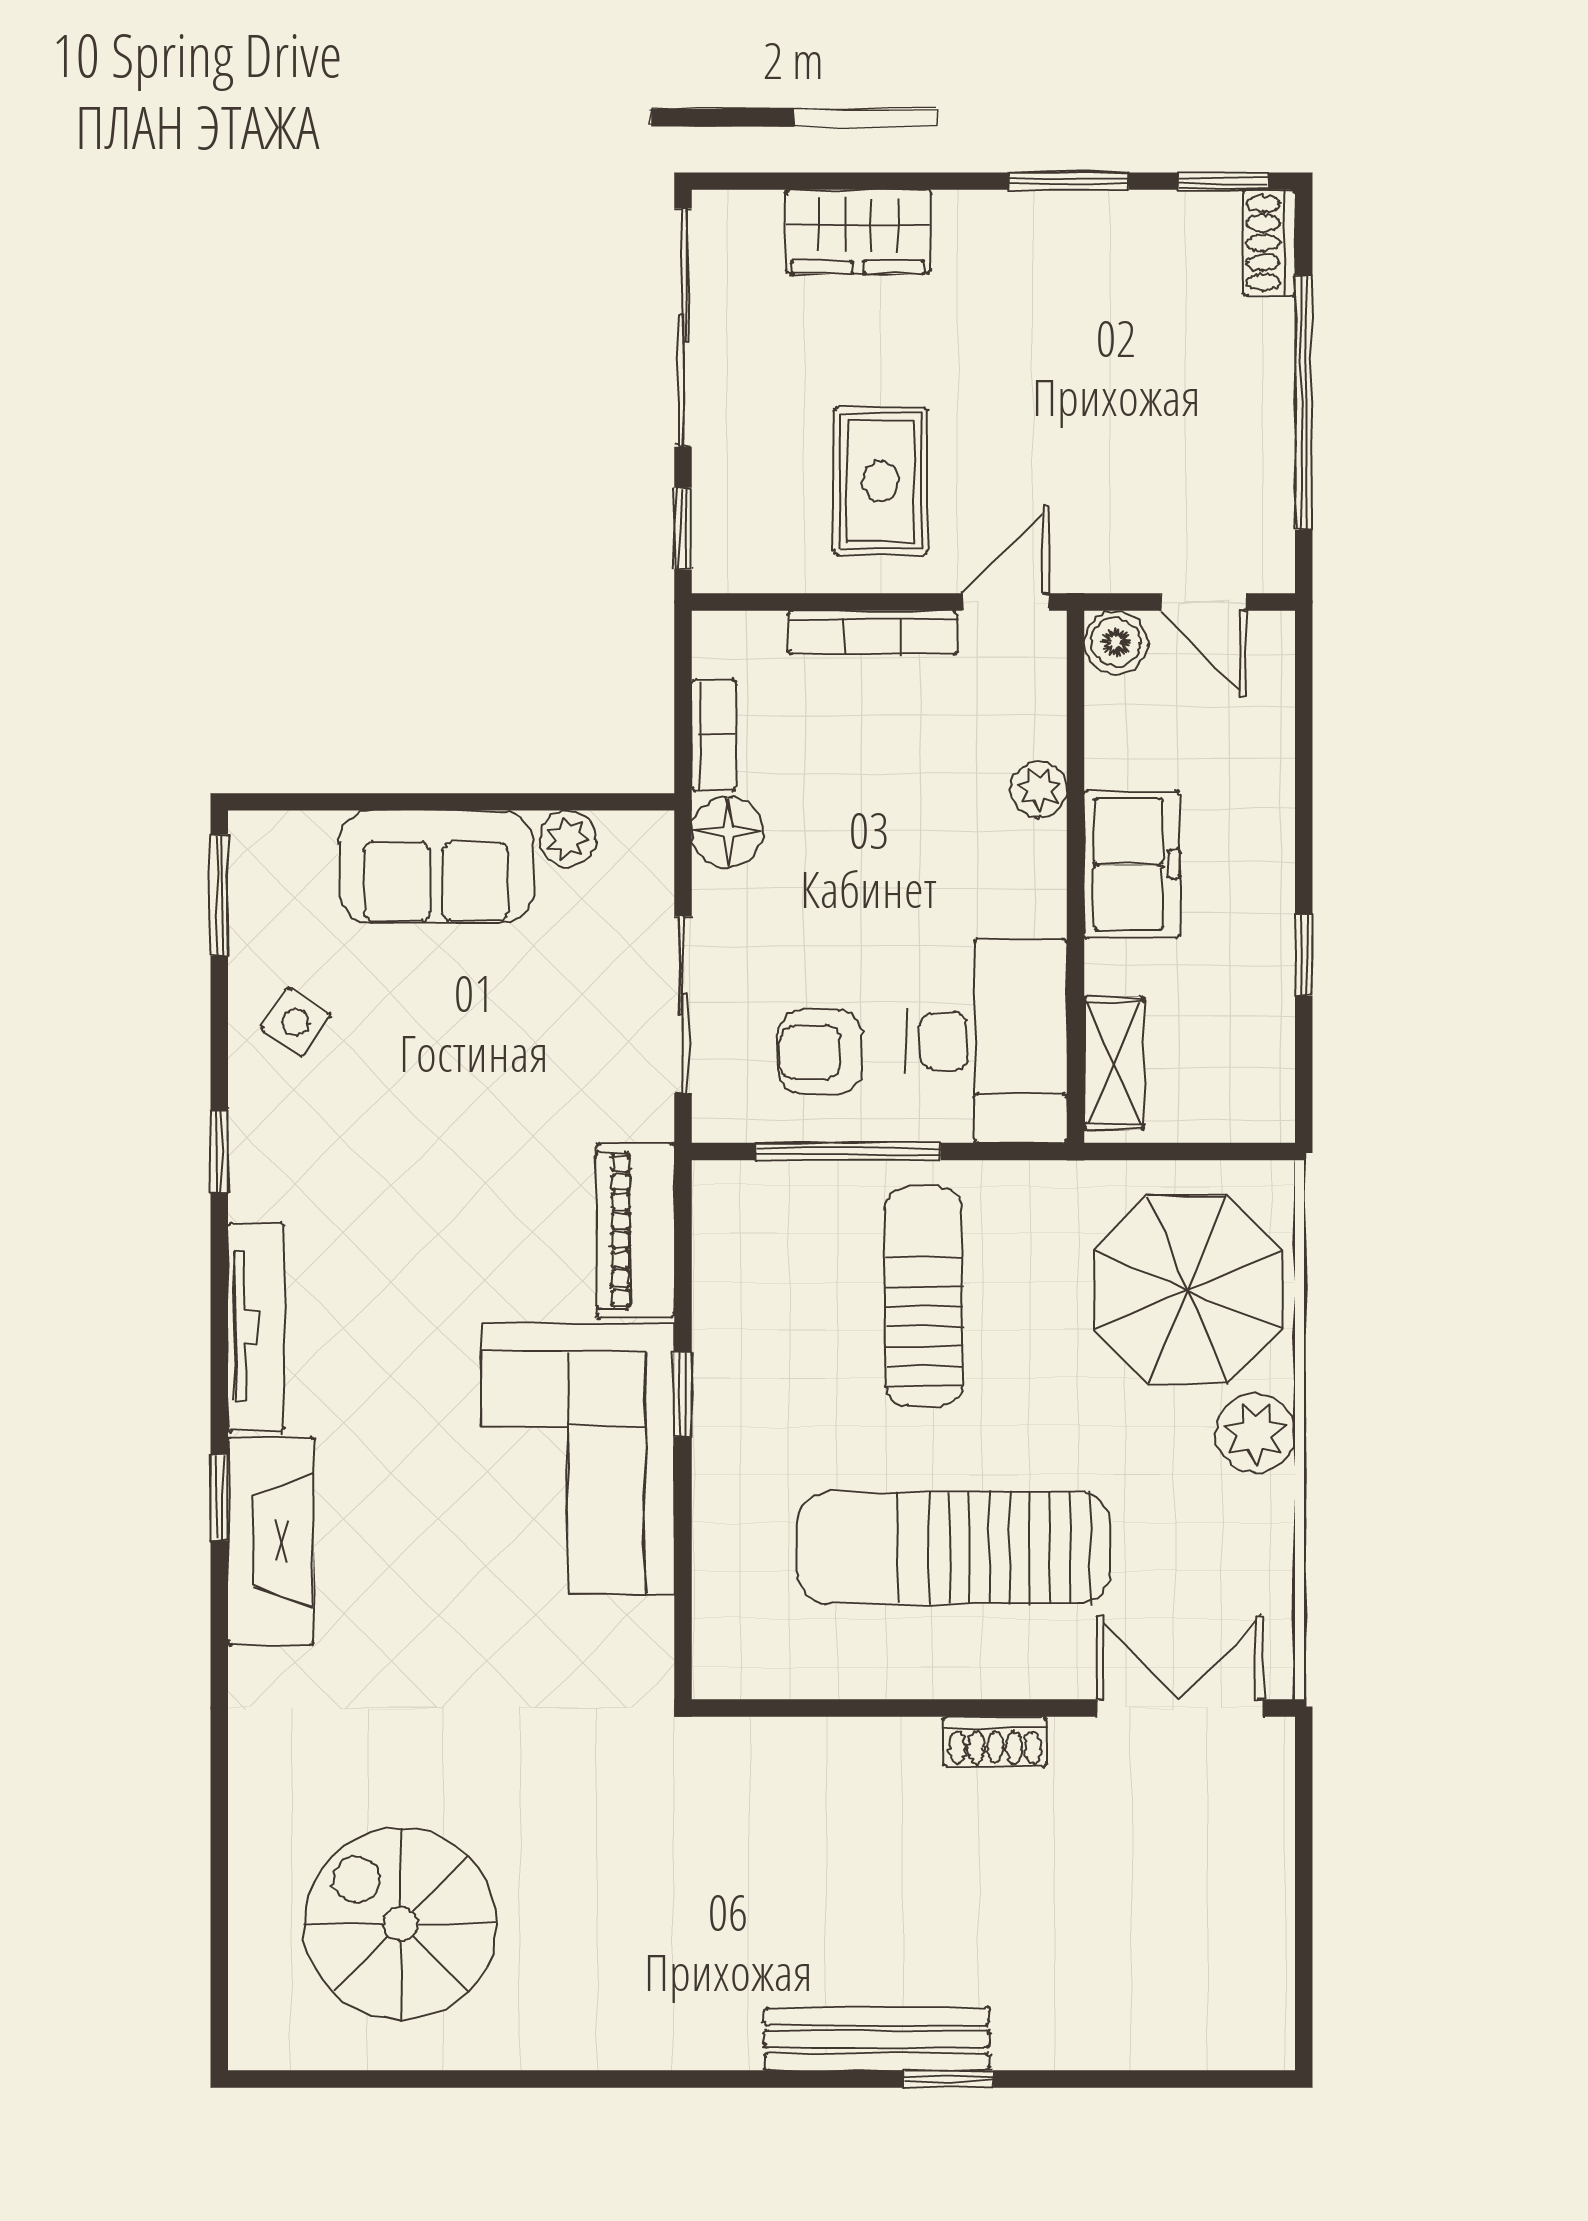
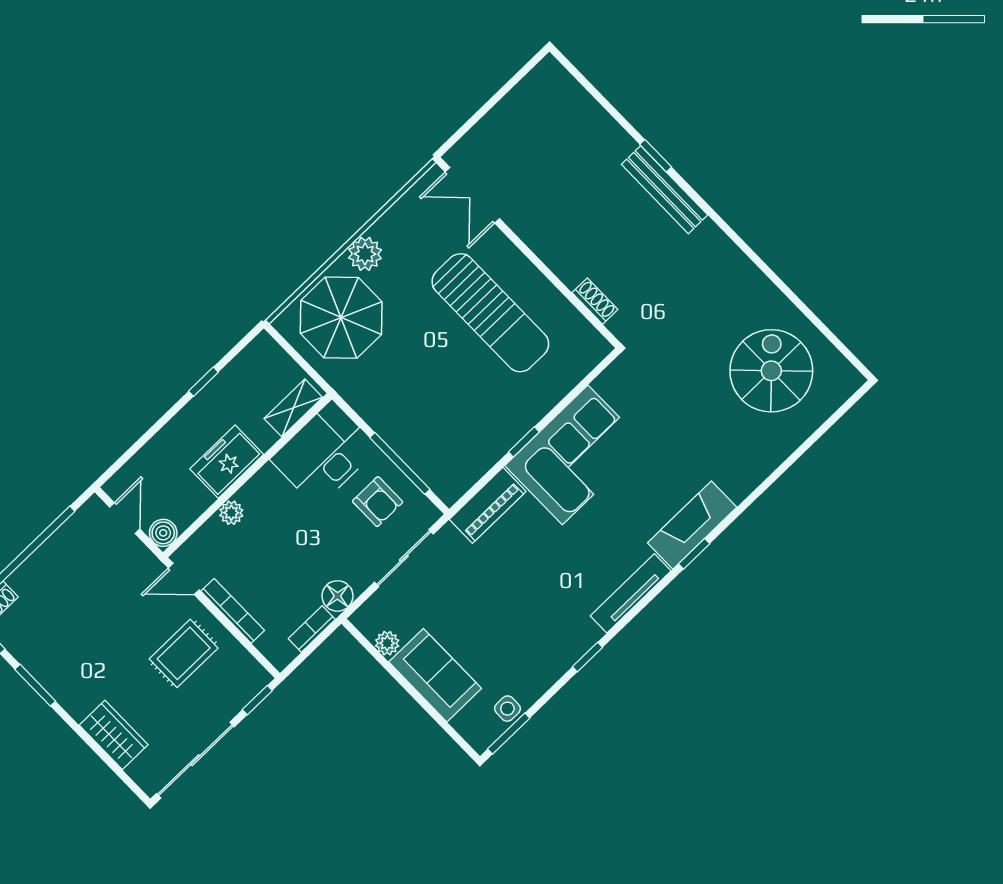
side table: (296, 1022) -> (507, 709), moved, turned -34
sun lounger: (924, 1297) -> (422, 397), removed
shoe rack: (995, 1742) -> (595, 301), moved
spiral stairs: (400, 1924) -> (771, 371), turned 180

